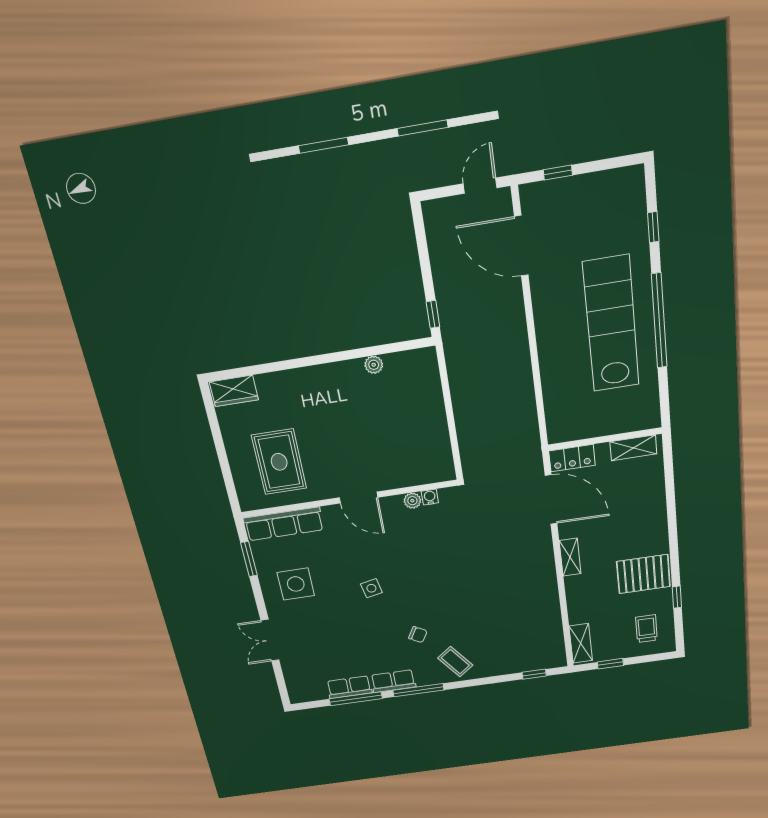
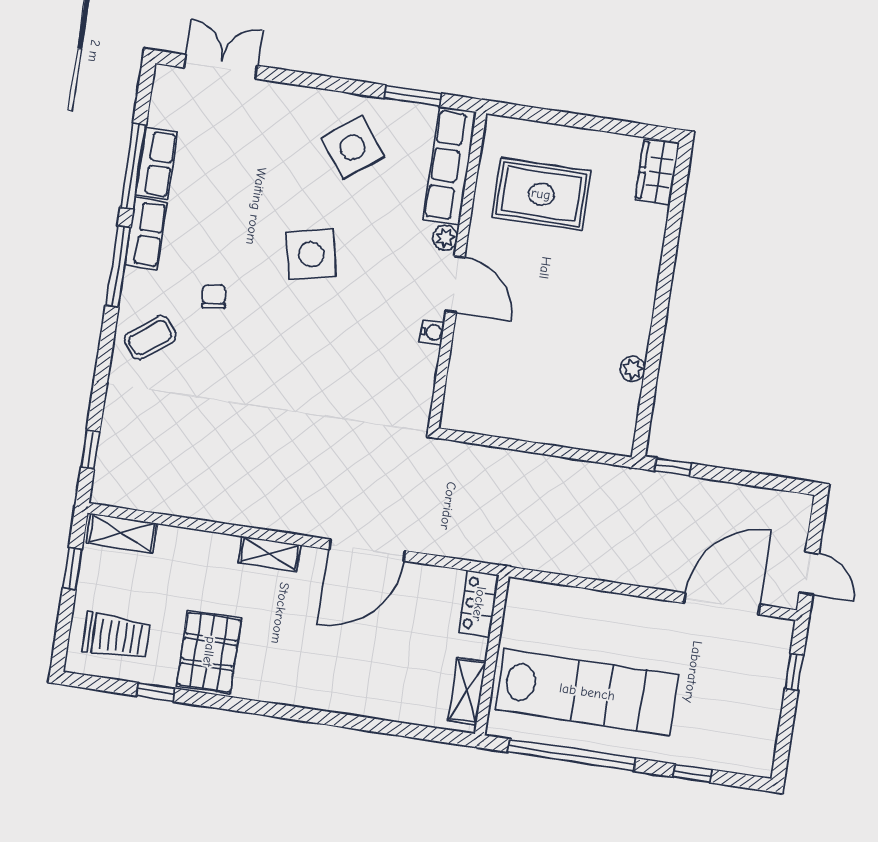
wall: (605, 439) -> (492, 655), moved
shelving: (633, 448) -> (467, 691), moved
locker: (572, 458) -> (479, 604), moved
water cooler: (430, 497) -> (432, 332), moved
door: (359, 498) -> (455, 284), swing flipped
plant: (412, 501) -> (445, 238), moved
side table: (296, 584) -> (353, 147), turned -37
side table: (371, 588) -> (311, 254), width x1.87, depth x1.87
trolley: (646, 629) -> (116, 636), width x1.36, depth x1.39
chair: (418, 635) -> (214, 297), turned 143
double door: (270, 640) -> (221, 67), moved

